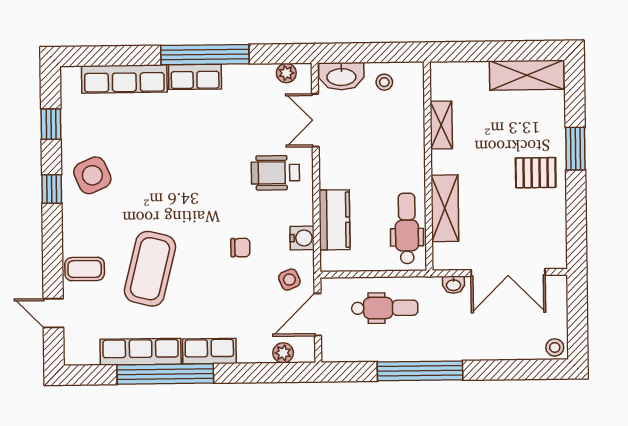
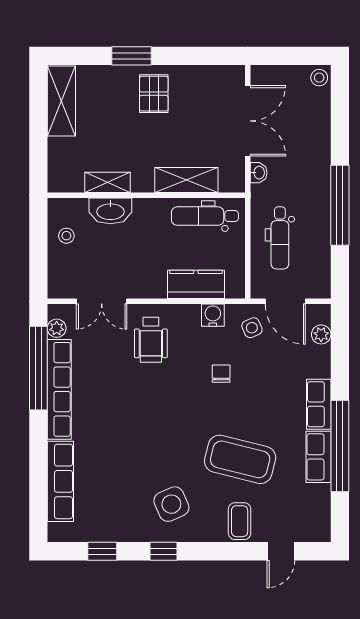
window: (205, 55) -> (38, 368), moved
washbasin: (341, 76) -> (110, 211), moved, turned 90
row of seats: (195, 77) -> (59, 389), width x2.02
side table: (92, 175) -> (171, 504), moved
dental chair: (385, 308) -> (280, 238), turned 180
row of seats: (141, 352) -> (318, 457), width x0.68

